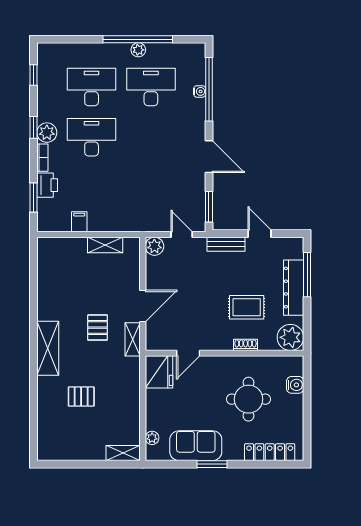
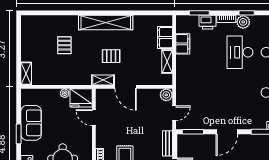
desk: (92, 137) -> (240, 52), turned 180
filing cabinet: (79, 222) -> (183, 44), width x2.00
filing cabinet: (70, 248) -> (165, 38), added
shelving: (48, 348) -> (106, 23), width x1.47
plant: (152, 438) -> (65, 93), moved

